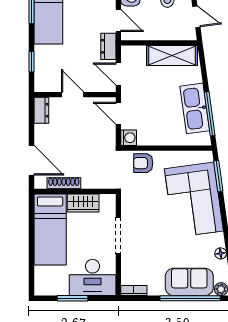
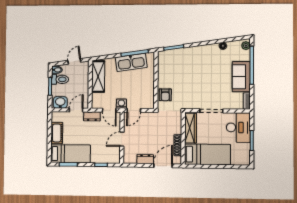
door: (118, 74) -> (109, 110), hinge flipped
dresser: (41, 110) -> (145, 159), moved
washing machine: (129, 138) -> (121, 104), moved
corner sofa: (194, 200) -> (189, 63), removed
wardrobe: (83, 203) -> (190, 128), width x1.50
sofa: (189, 282) -> (241, 77), moved

